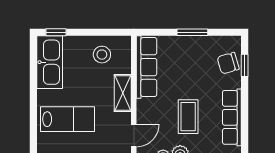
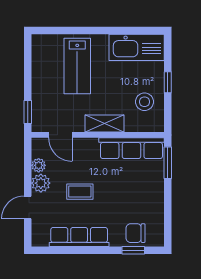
window: (56, 32) -> (168, 82), moved
window: (192, 32) -> (168, 163), moved
chair: (228, 63) -> (136, 233), turned -74
coffee table: (188, 117) -> (80, 192), width x0.73, depth x0.77

